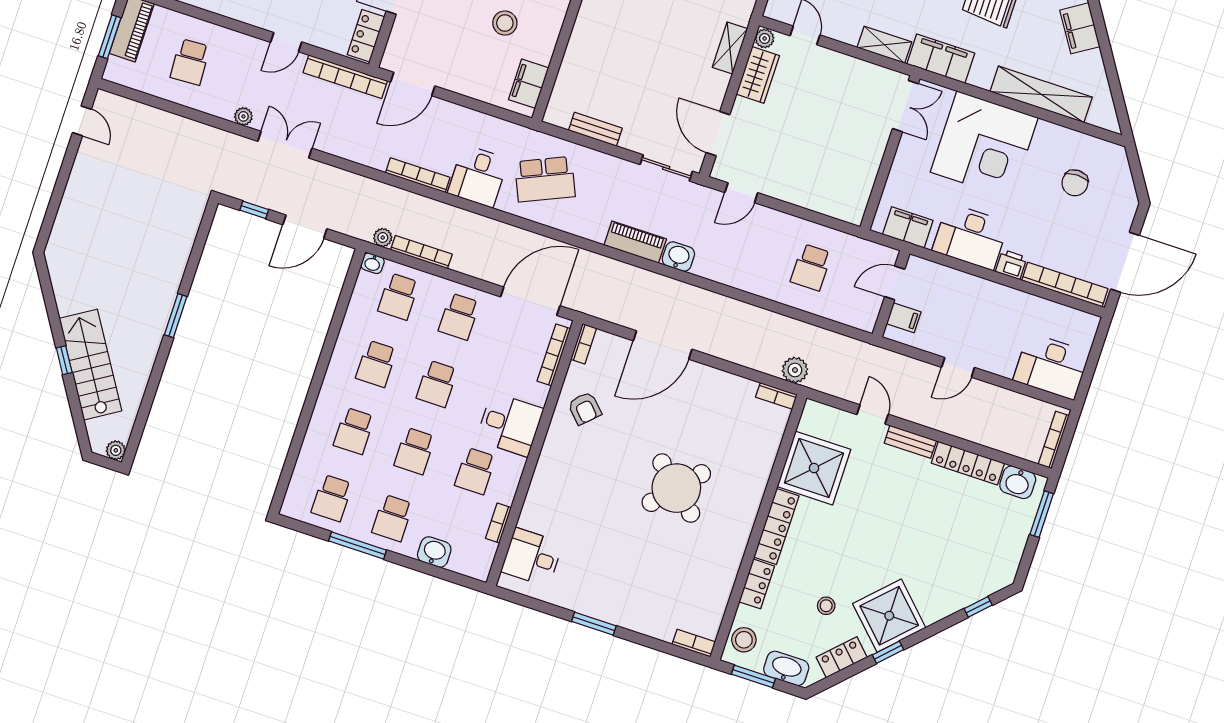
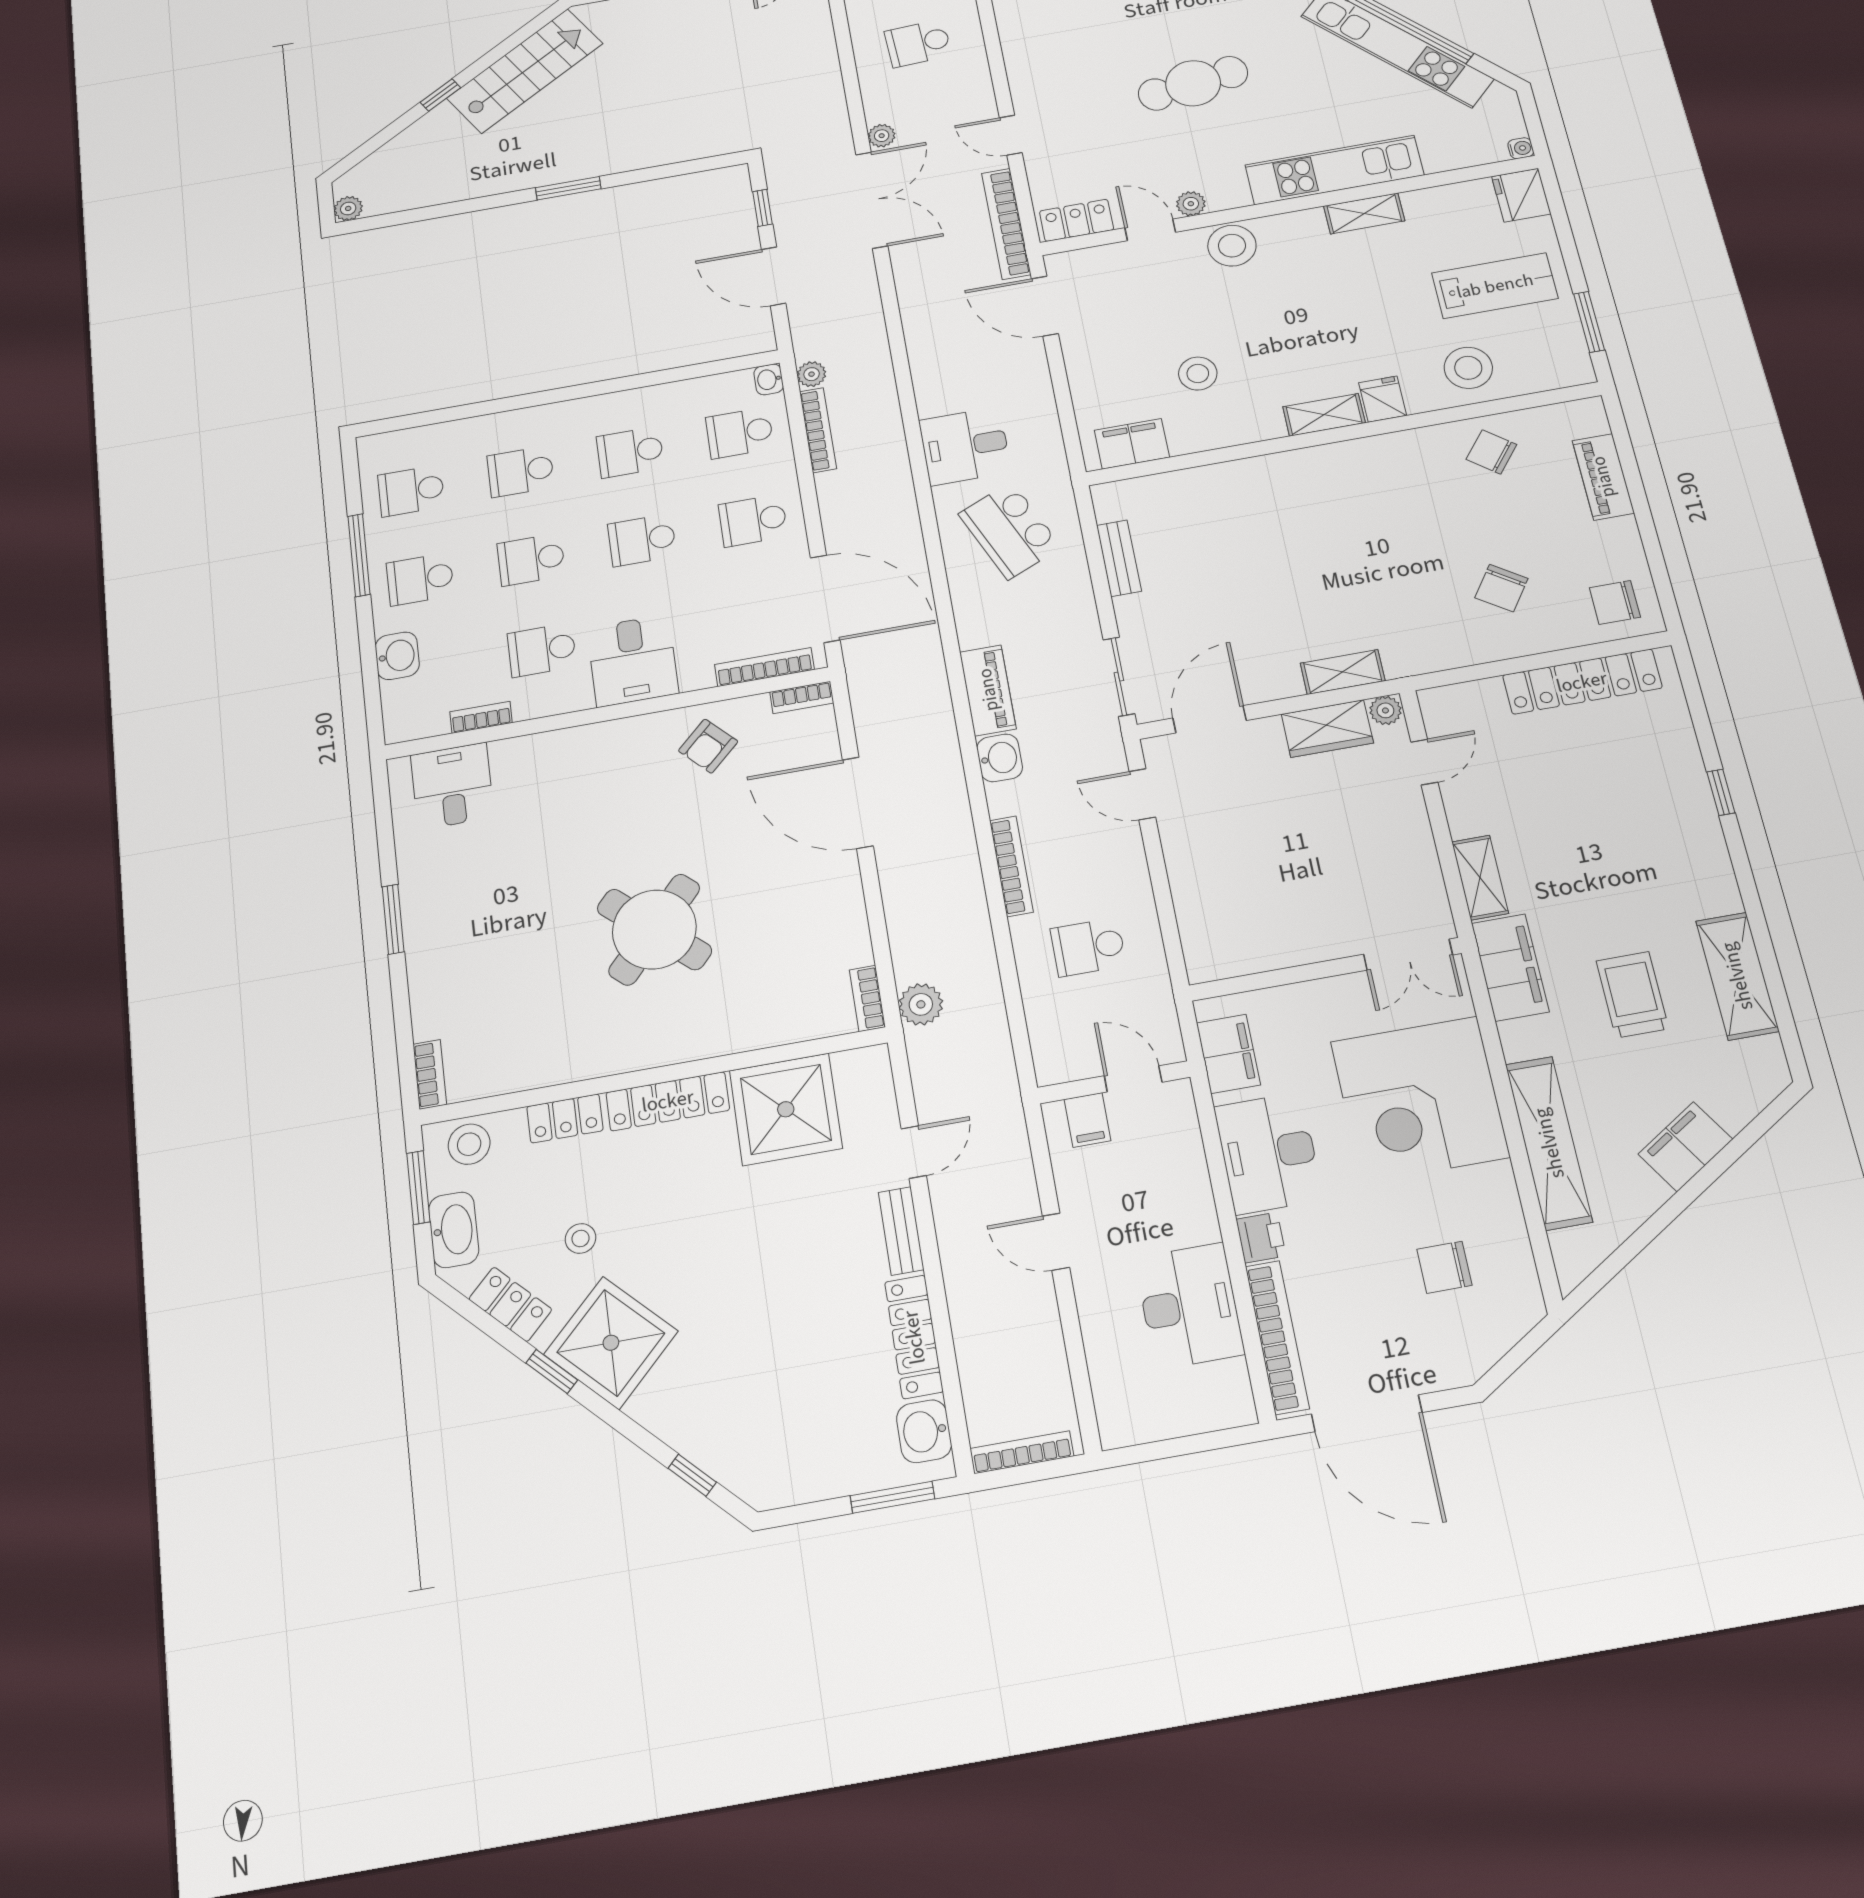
double door: (285, 145) -> (872, 200), width x1.37
bookcase: (418, 175) -> (1011, 866), moved
stairs: (90, 365) -> (525, 71), moved
desk: (1051, 366) -> (1189, 1306), moved, turned 180

